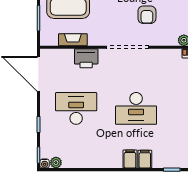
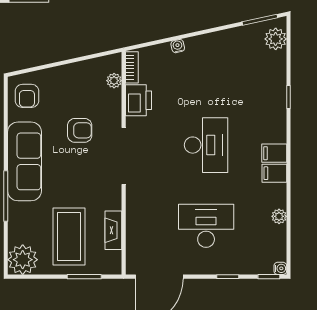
printer: (86, 58) -> (138, 100), moved
desk: (76, 108) -> (206, 226), turned 90
filing cabinet: (145, 159) -> (274, 173), moved
plant: (56, 163) -> (279, 216), moved

